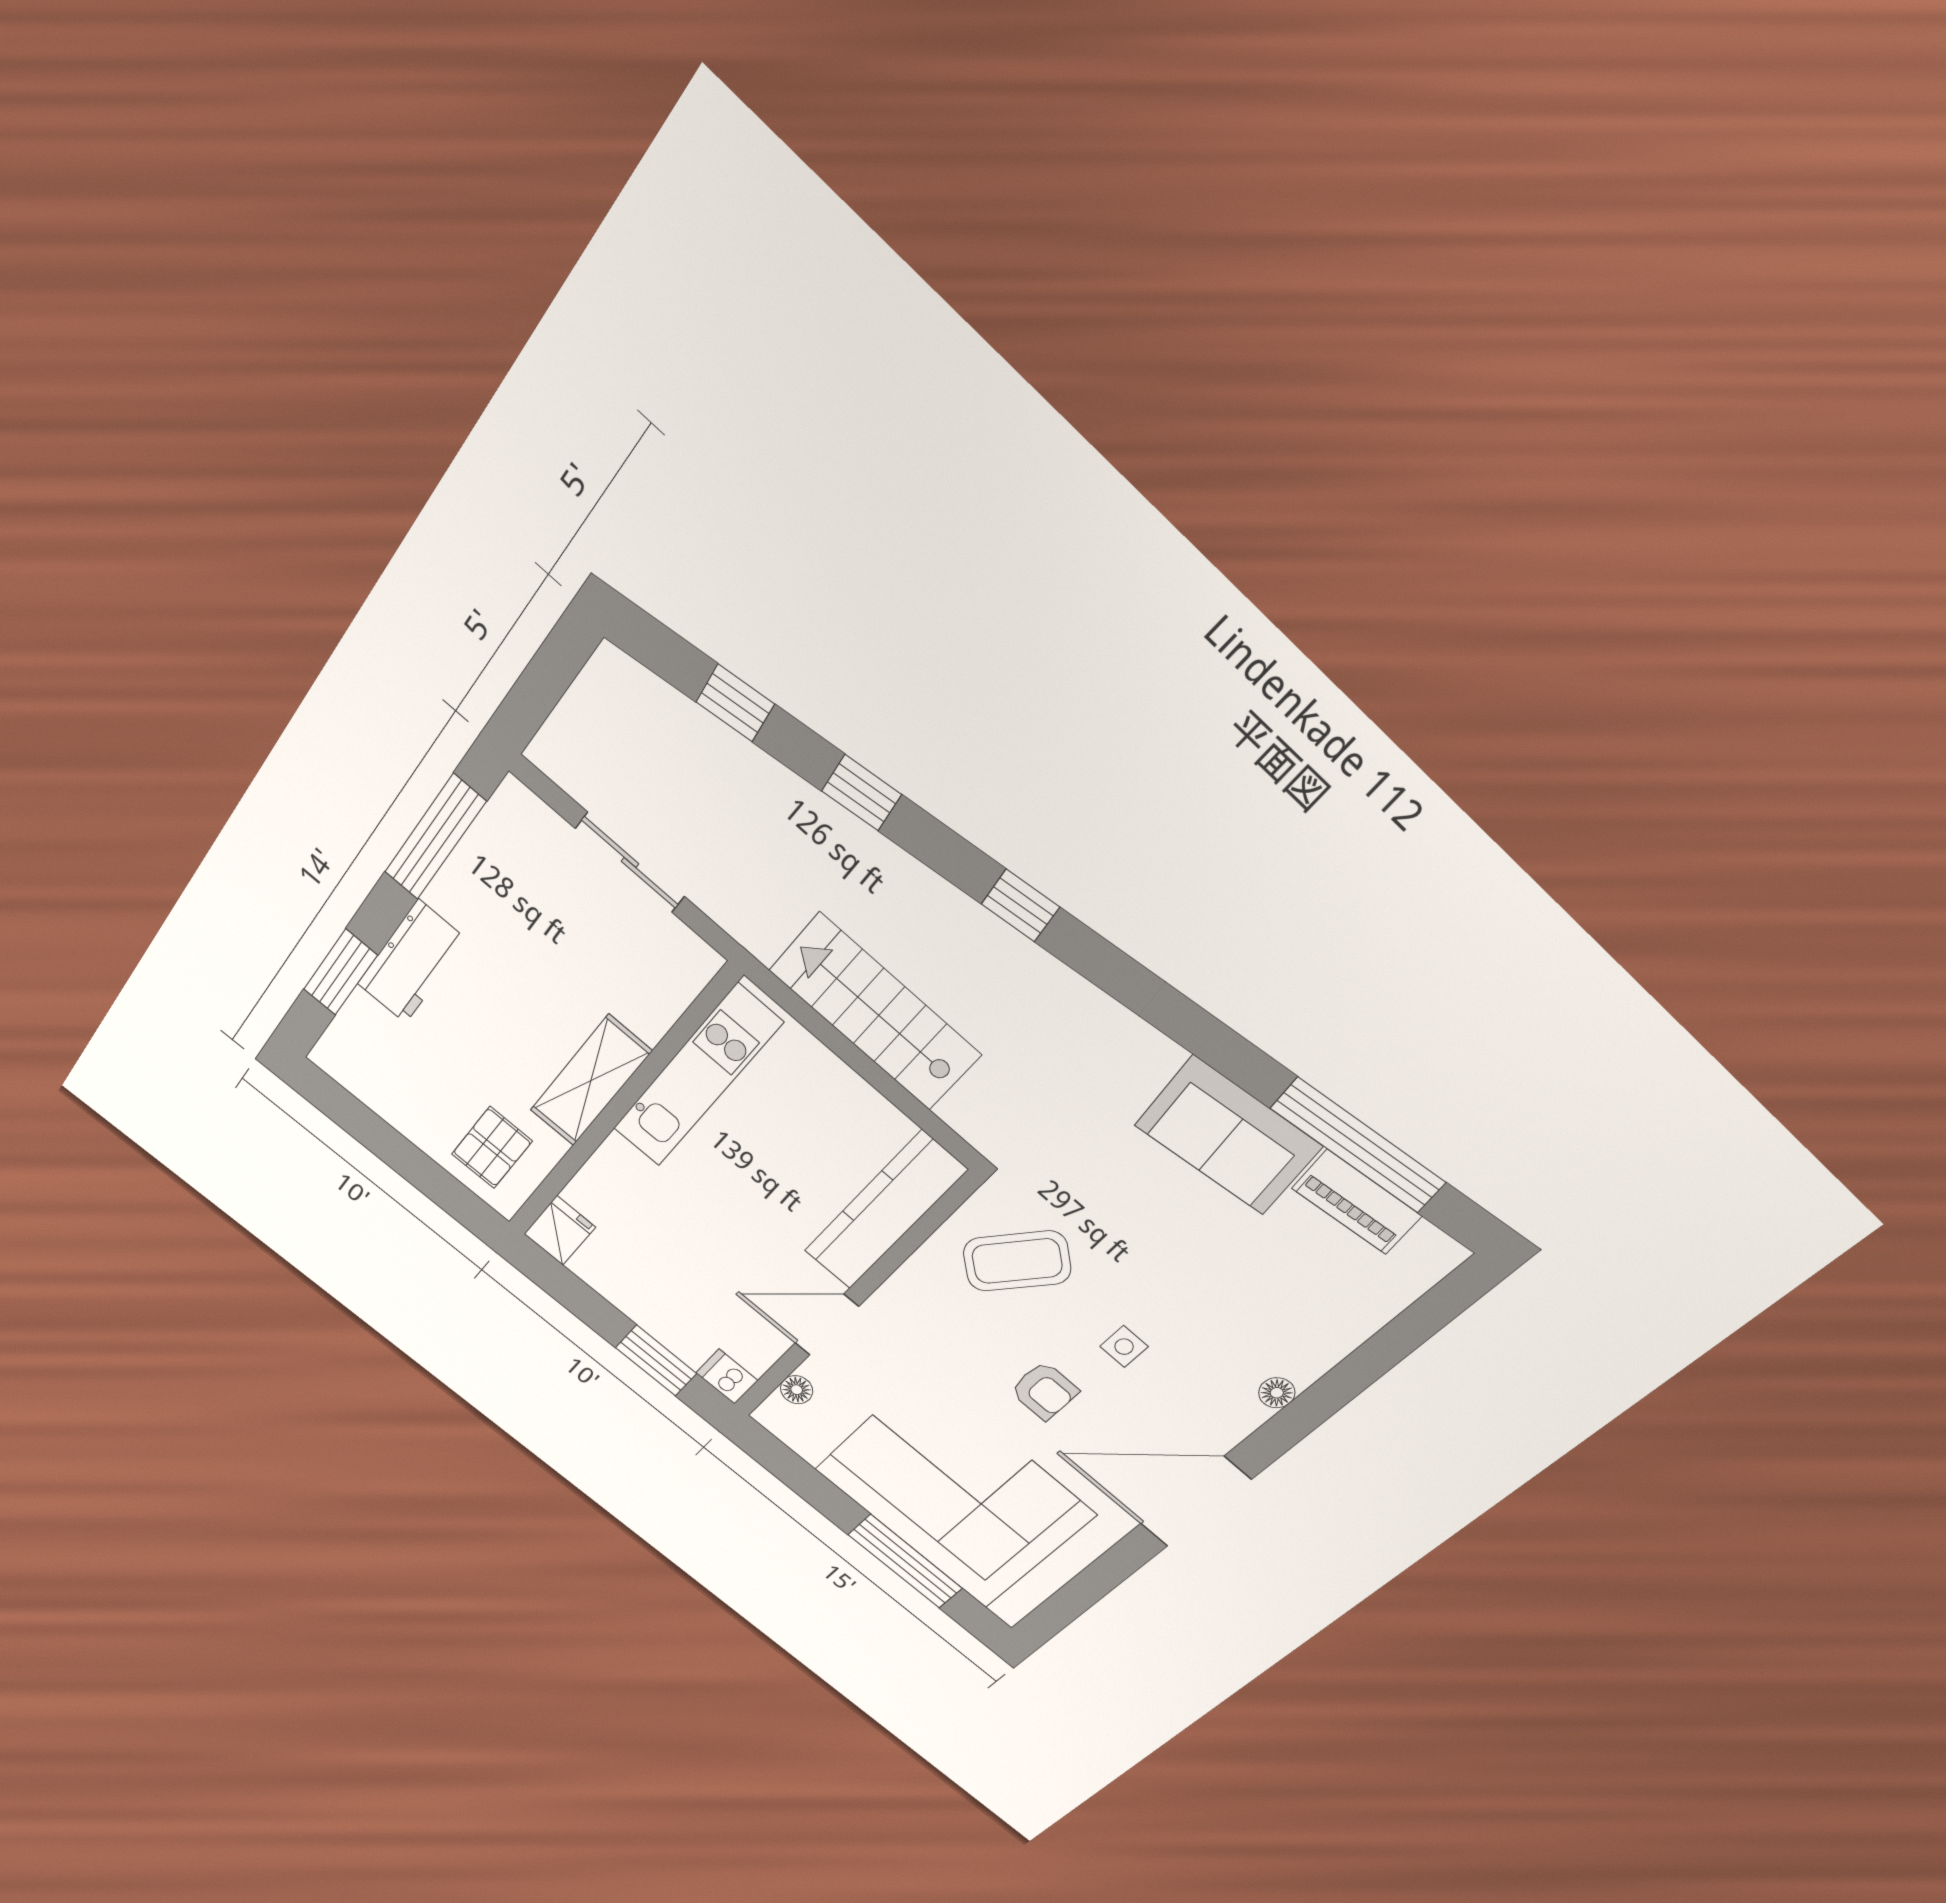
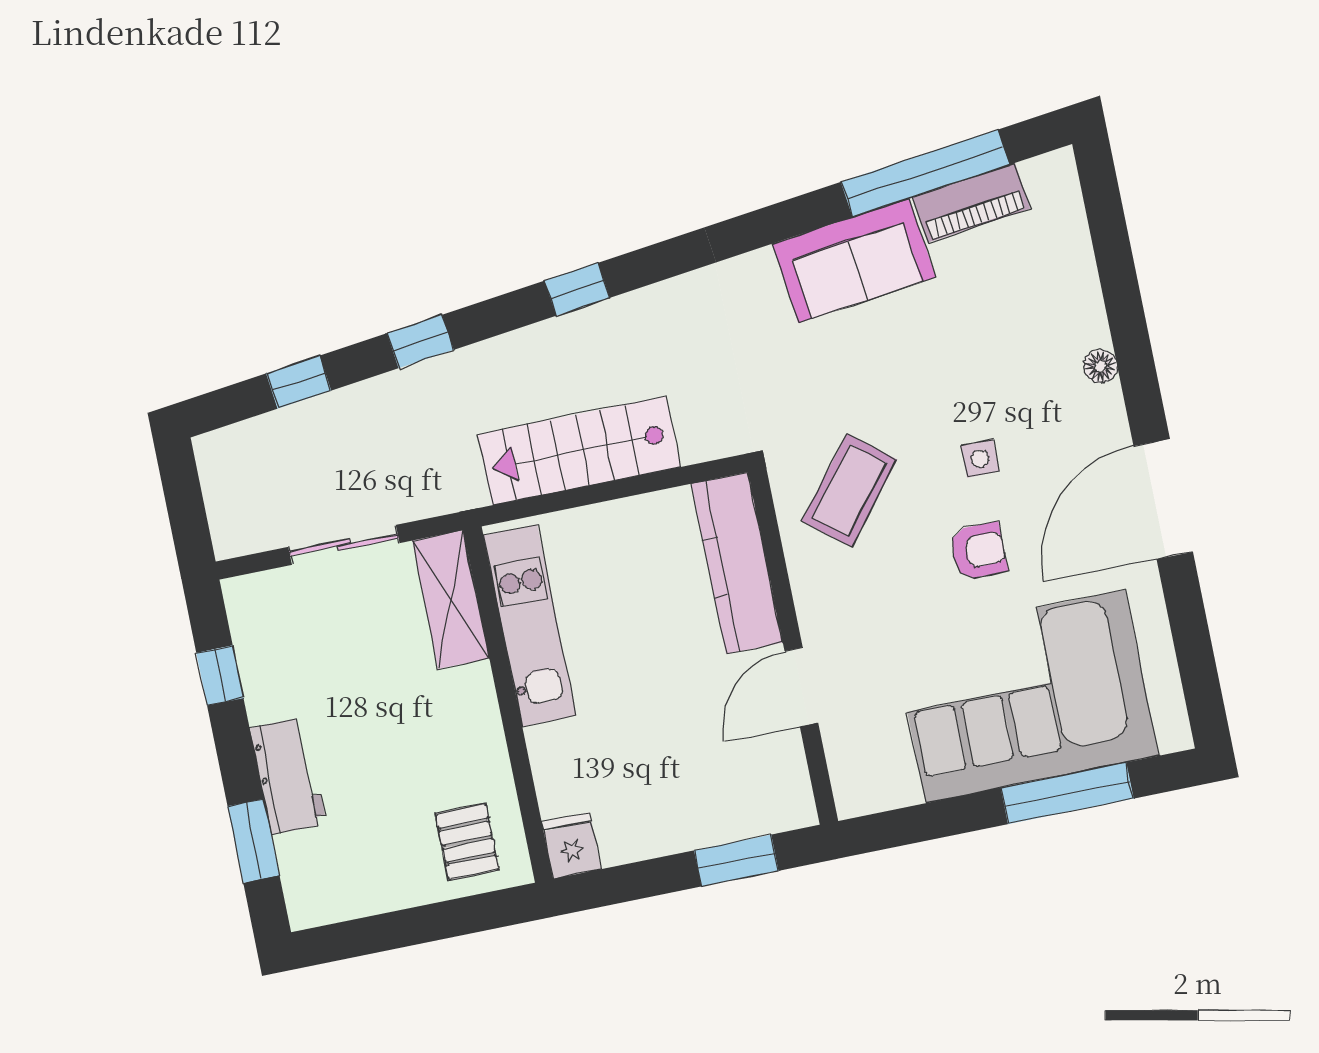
window: (435, 837) -> (220, 675), width x0.46
shelving: (591, 1081) -> (451, 599), moved
dishwasher: (727, 1377) -> (791, 810), removed
floor lamp: (797, 1390) -> (842, 759), removed

